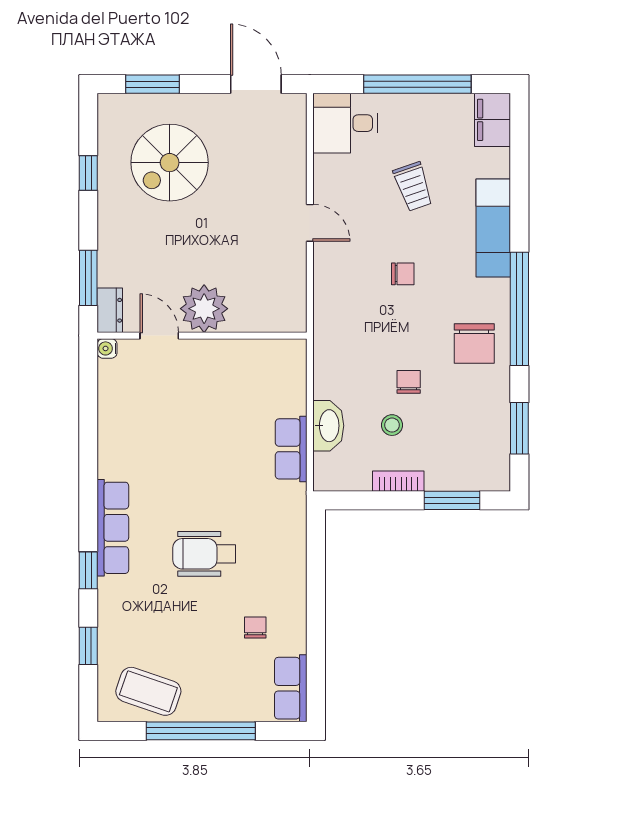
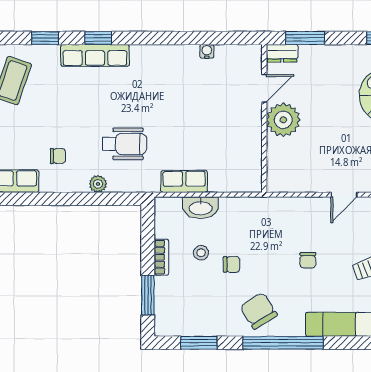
chair: (474, 344) -> (259, 311), turned 58
water cooler: (107, 348) -> (207, 51), moved
row of seats: (113, 528) -> (95, 55), moved
wheelchair: (204, 554) -> (124, 144), moved, turned 90
plant: (295, 571) -> (98, 184), added

